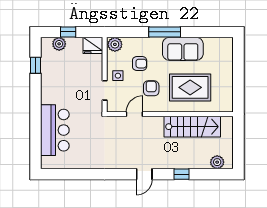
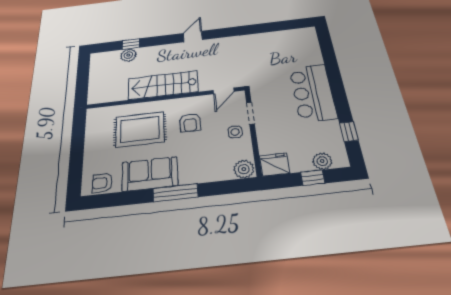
armchair: (140, 64) -> (102, 183), moved
door: (134, 114) -> (224, 91), moved
stairs: (192, 127) -> (163, 85), moved
bar counter: (55, 130) -> (313, 93), moved
plant: (217, 162) -> (128, 55), moved
window: (181, 174) -> (131, 44), moved

